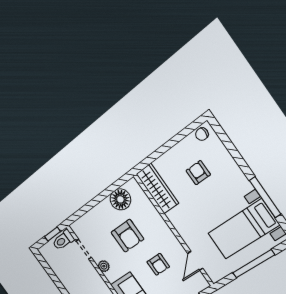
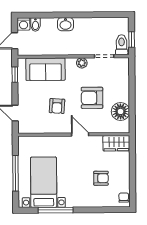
wardrobe: (157, 189) -> (116, 143), width x0.67
door: (195, 261) -> (80, 134), moved
armchair: (158, 264) -> (57, 106), turned -86

